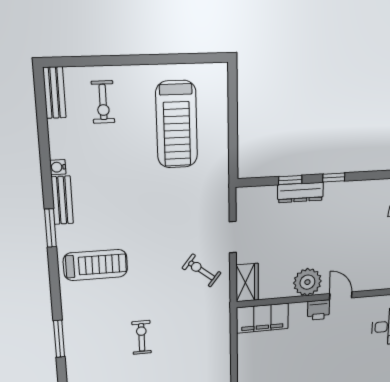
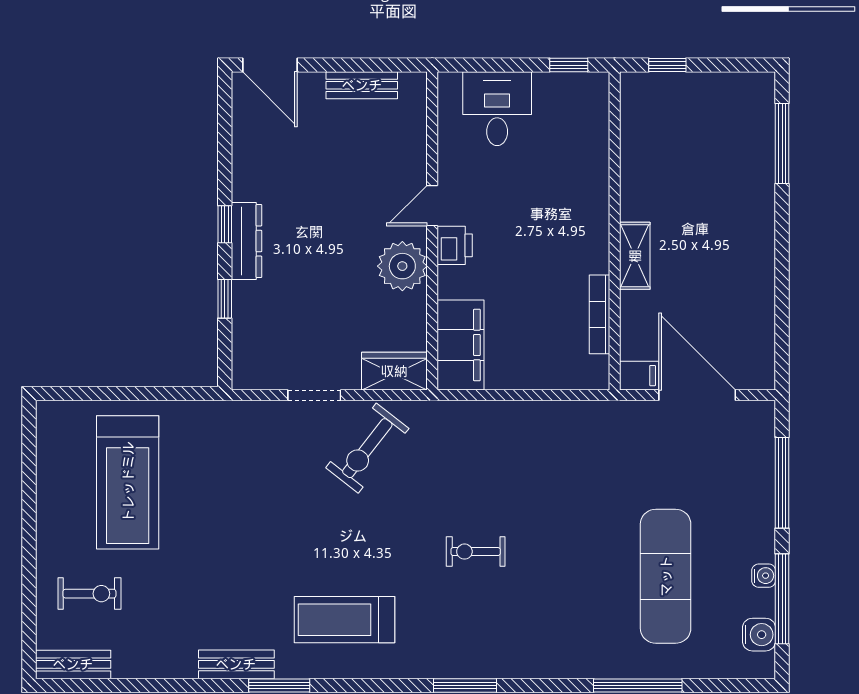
treadmill: (177, 124) -> (128, 482), turned 90
water cooler: (58, 167) -> (185, 667), removed
dresser: (300, 192) -> (247, 241), moved
treadmill: (96, 265) -> (344, 620), turned -90
exercise bike: (202, 270) -> (367, 448), width x1.38, depth x1.39

